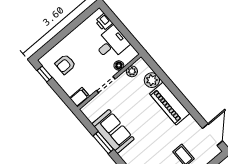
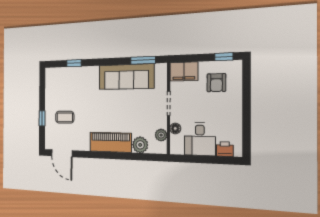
armchair: (65, 64) -> (216, 83), turned 180
filing cabinet: (80, 97) -> (184, 71), width x2.00
sofa: (113, 131) -> (126, 77), width x1.36
window: (103, 143) -> (143, 60), moved

